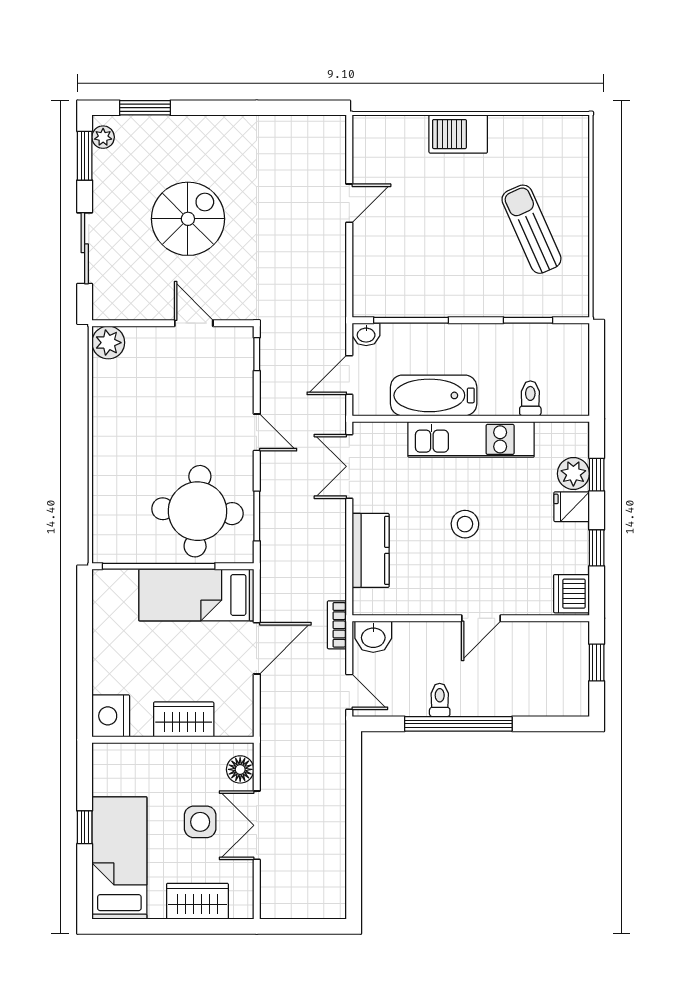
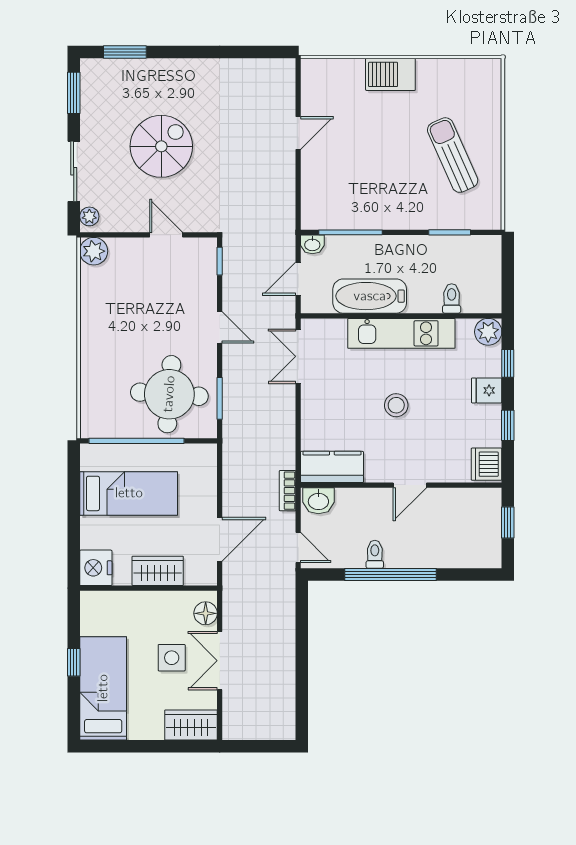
plant: (103, 137) -> (89, 216), moved
plant: (573, 474) -> (488, 332), moved
kitchen counter: (371, 550) -> (332, 467), moved, turned -90
bed: (196, 595) -> (129, 493), moved, turned 180
door: (257, 648) -> (220, 539), moved
wardrobe: (197, 901) -> (191, 725), moved

